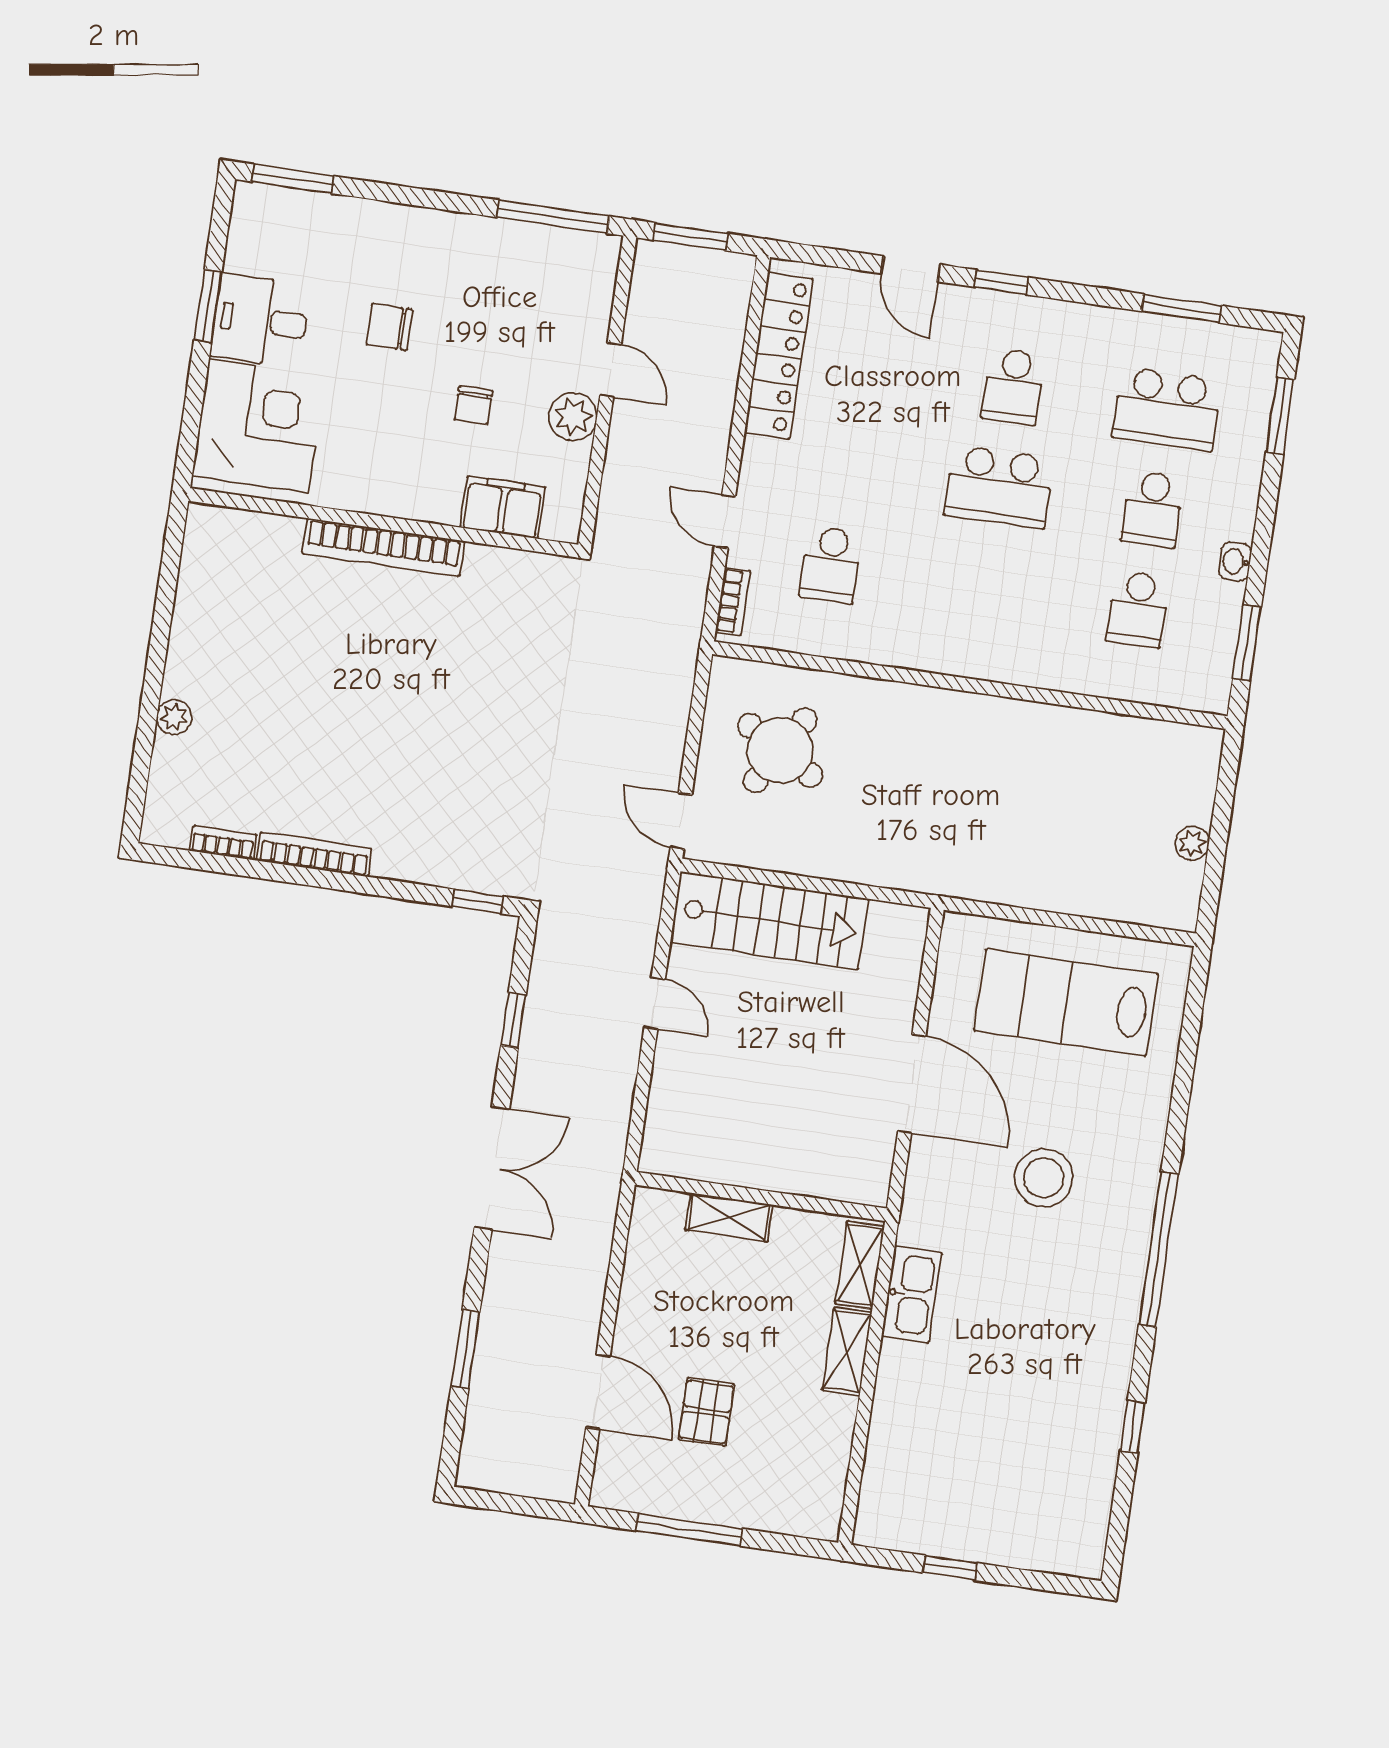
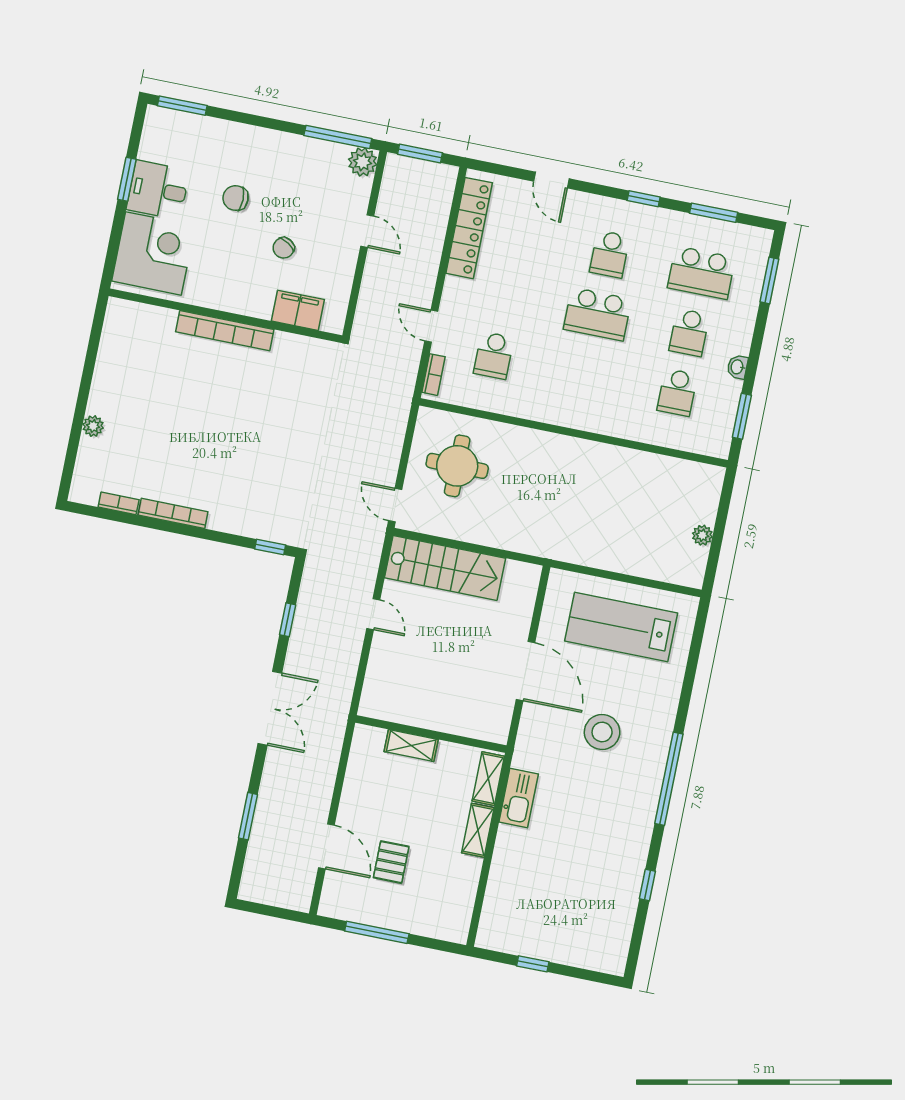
window: (1001, 282) -> (644, 199), moved
chair: (473, 405) -> (284, 248), turned 32
plant: (573, 417) -> (363, 162), moved
round table: (780, 750) -> (457, 466), turned -31

